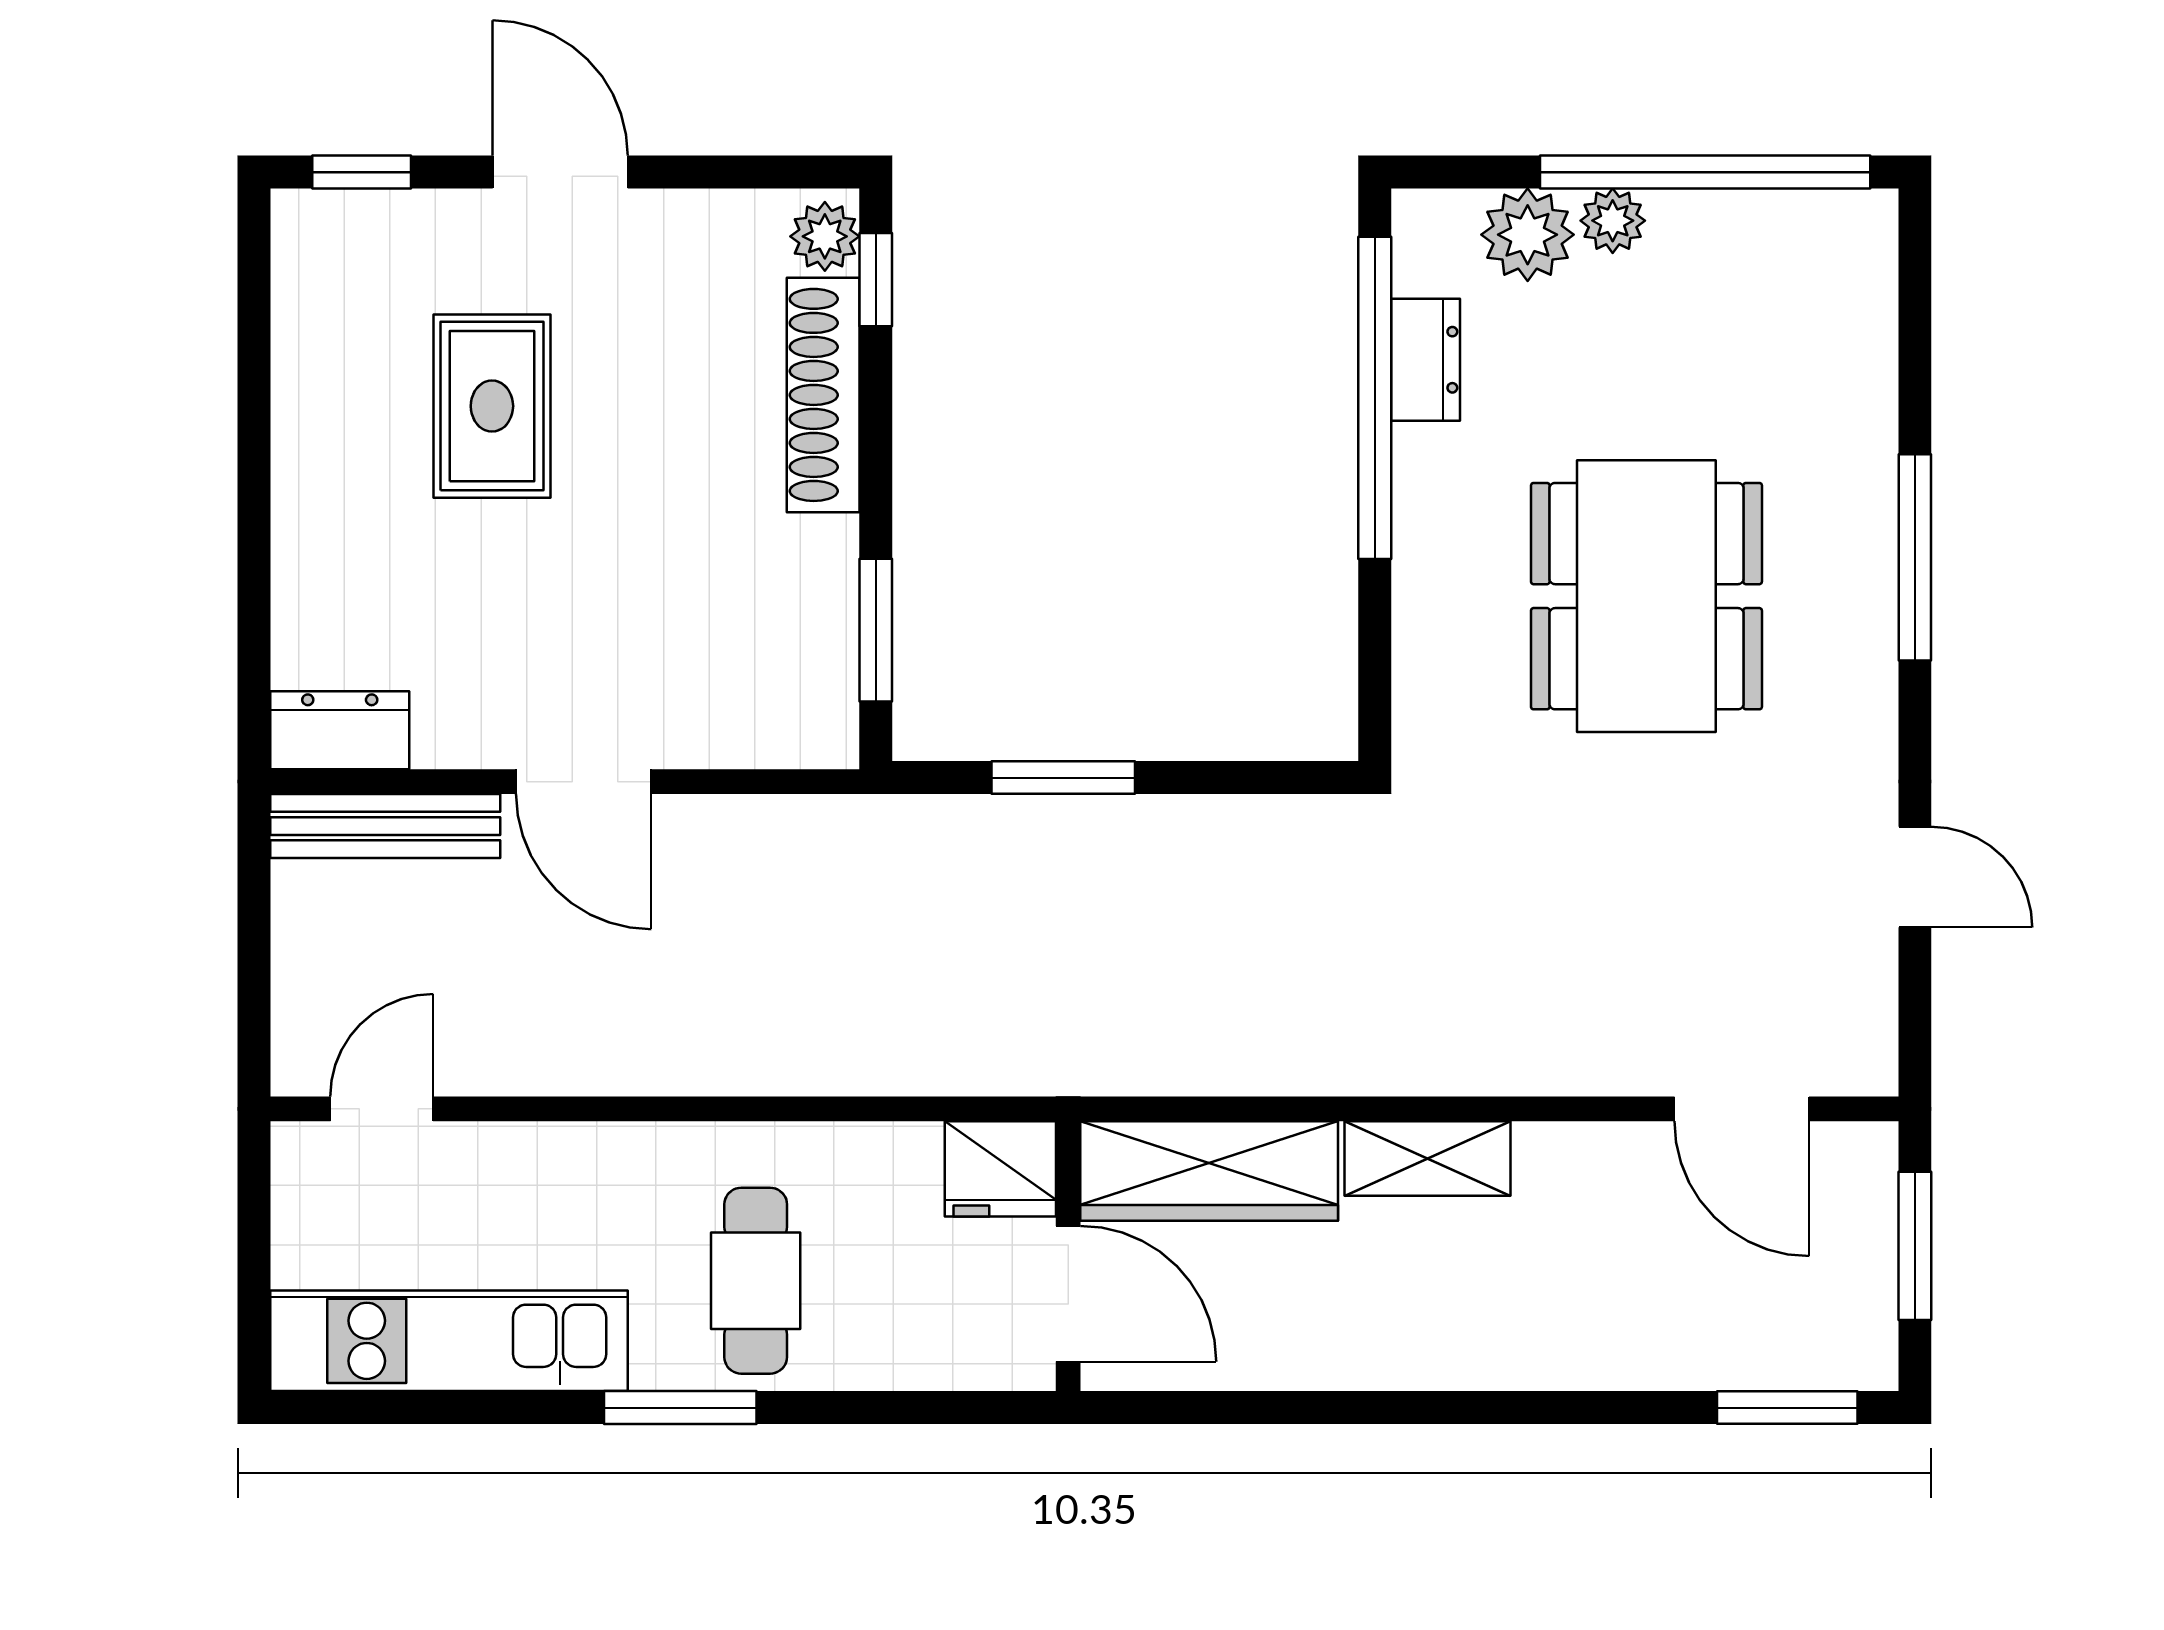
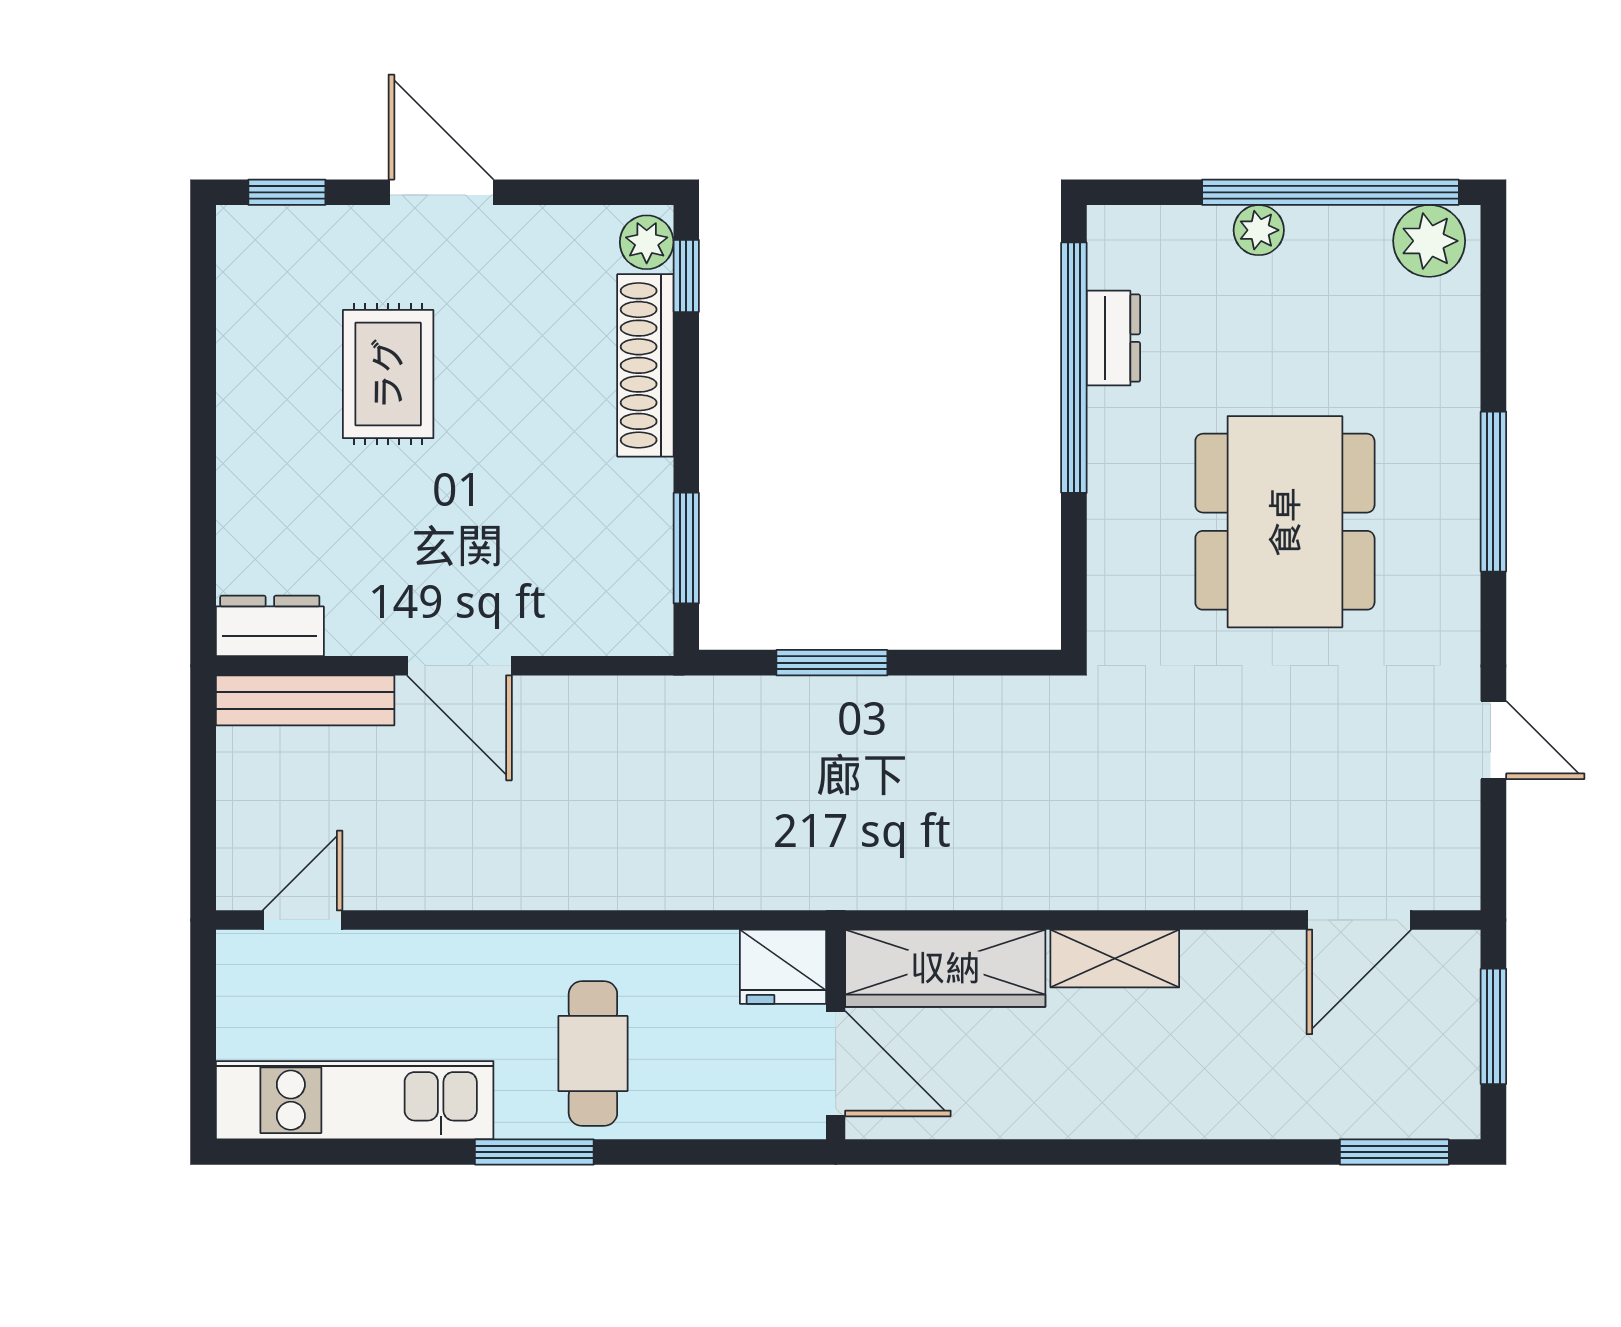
plant: (1528, 235) -> (1429, 241), moved
door: (1742, 1109) -> (1359, 920), hinge flipped

